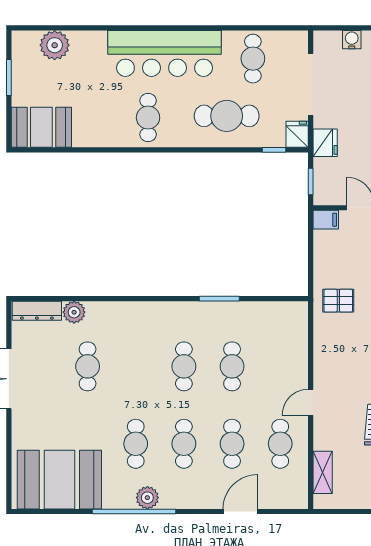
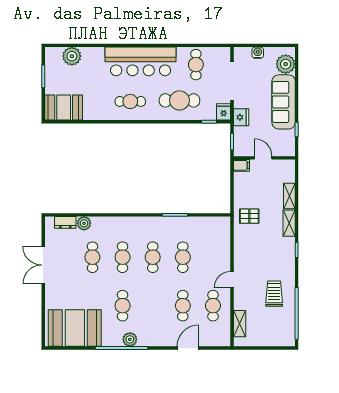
cafe table: (148, 118) -> (130, 101), turned 90
dresser: (37, 311) -> (65, 222), width x0.70
cafe table: (184, 444) -> (123, 257), moved

